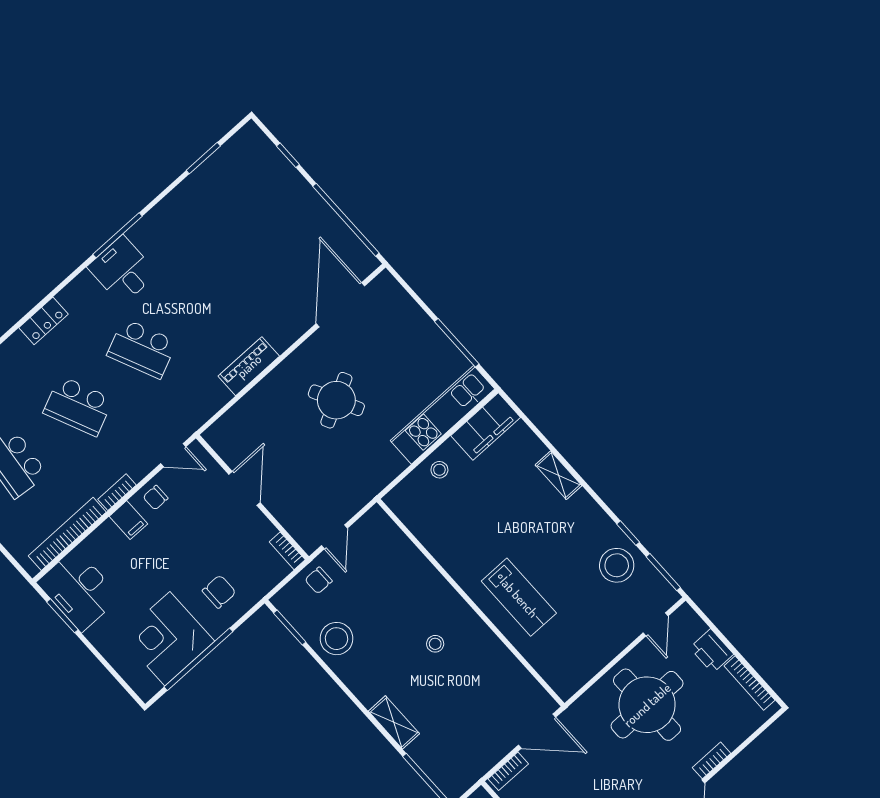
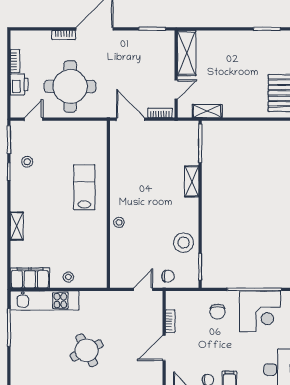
bookcase: (287, 551) -> (170, 321), moved
stool: (617, 565) -> (27, 162), width x0.53, depth x0.53
chair: (219, 592) -> (217, 312), turned -90
stool: (435, 644) -> (119, 222), moved
bookcase: (749, 683) -> (15, 61), width x0.64

